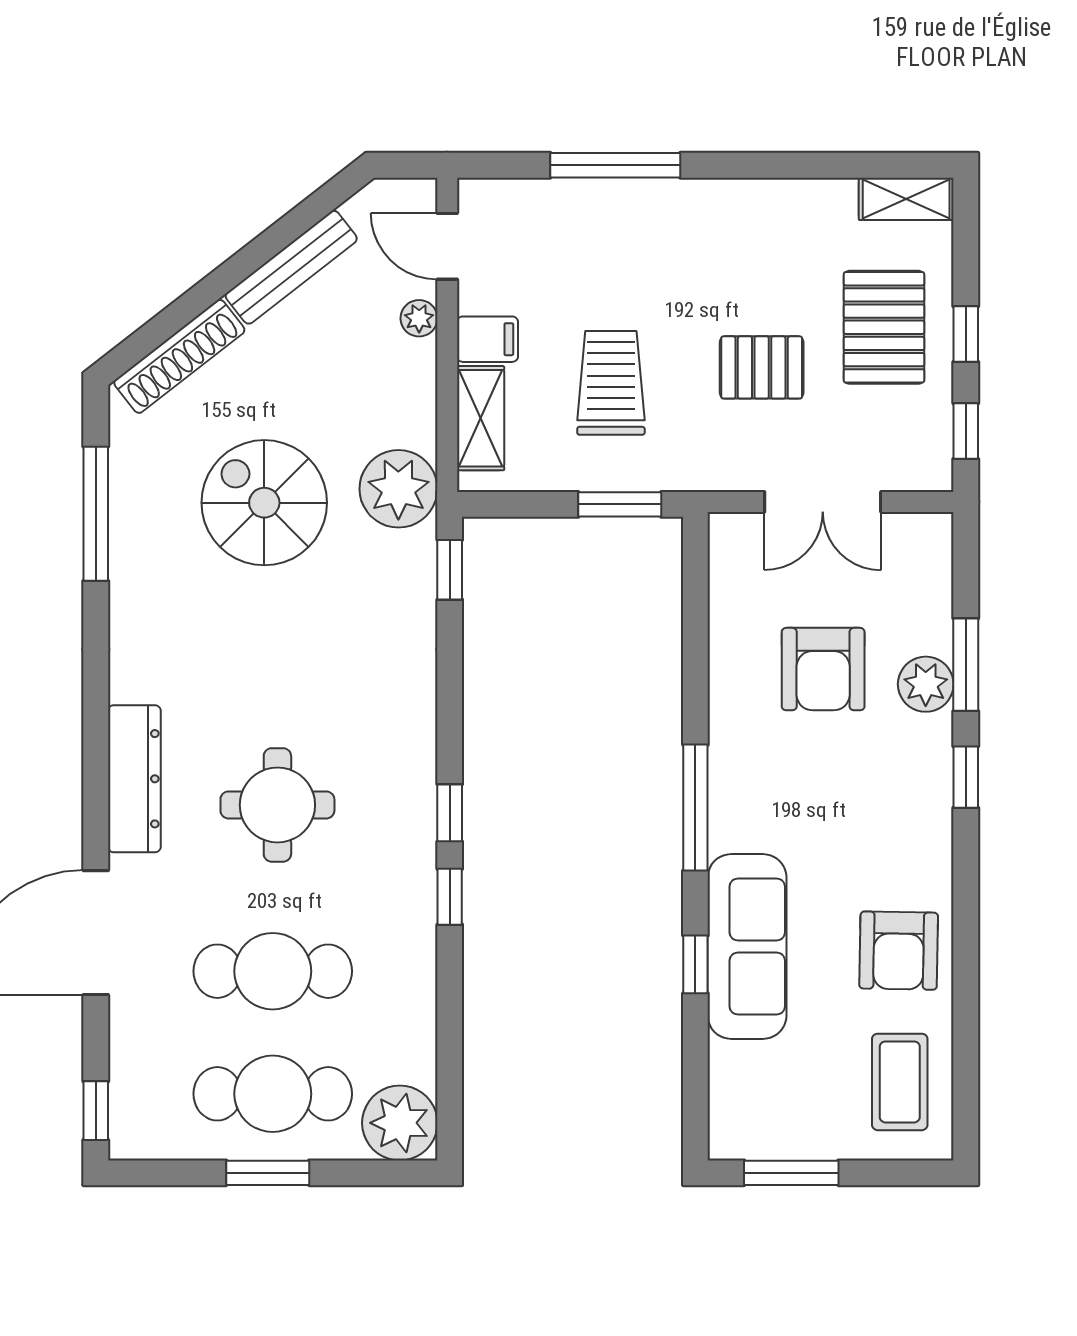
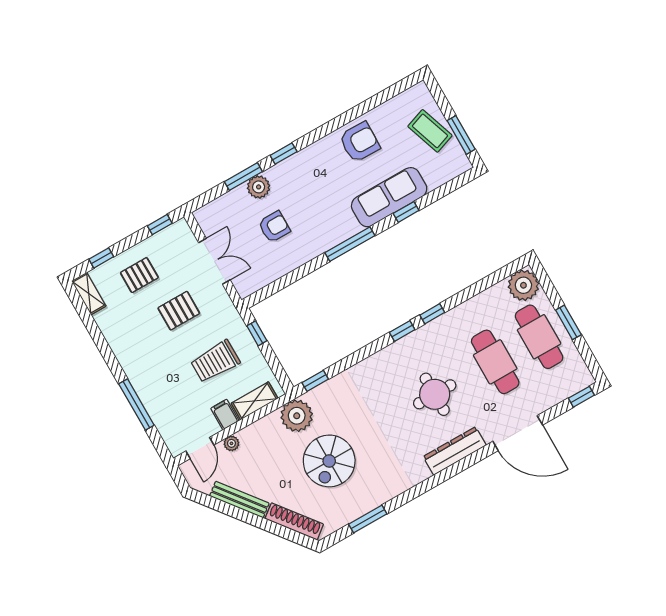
pallet: (884, 327) -> (139, 275), width x0.67, depth x0.71
window: (966, 334) -> (101, 258), moved
pallet: (762, 367) -> (179, 311), turned 90
window: (620, 504) -> (257, 333), width x0.67
window: (96, 514) -> (368, 519), width x0.69
armchair: (823, 669) -> (274, 227), width x0.72, depth x0.72
coffee table: (900, 1082) -> (430, 131), moved, turned 71

